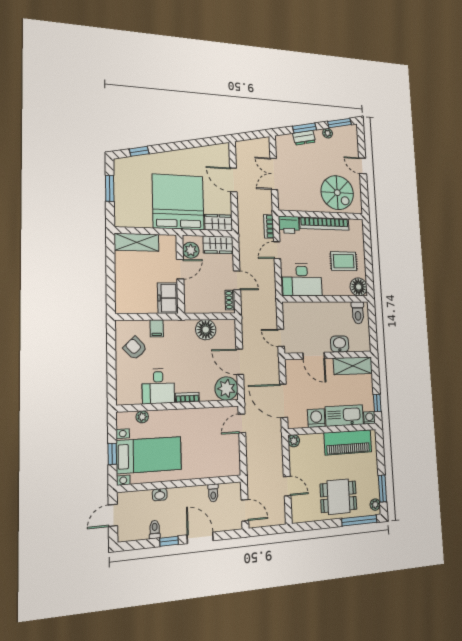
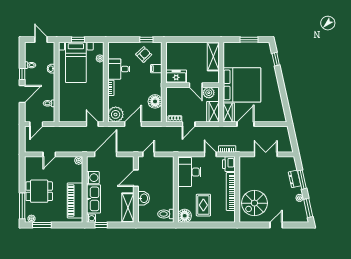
door: (233, 180) -> (245, 124), moved
window: (111, 344) -> (146, 40), added
dining table: (338, 497) -> (39, 191), turned 90

